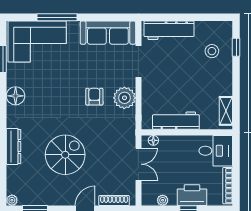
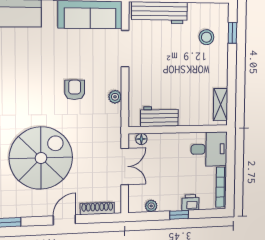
plant: (124, 98) -> (115, 97), width x0.53, depth x0.53
workbench: (176, 121) -> (159, 116), width x0.73
spiral stairs: (65, 155) -> (41, 158), width x1.37, depth x1.37
printer: (192, 195) -> (190, 202), width x0.53, depth x0.68

